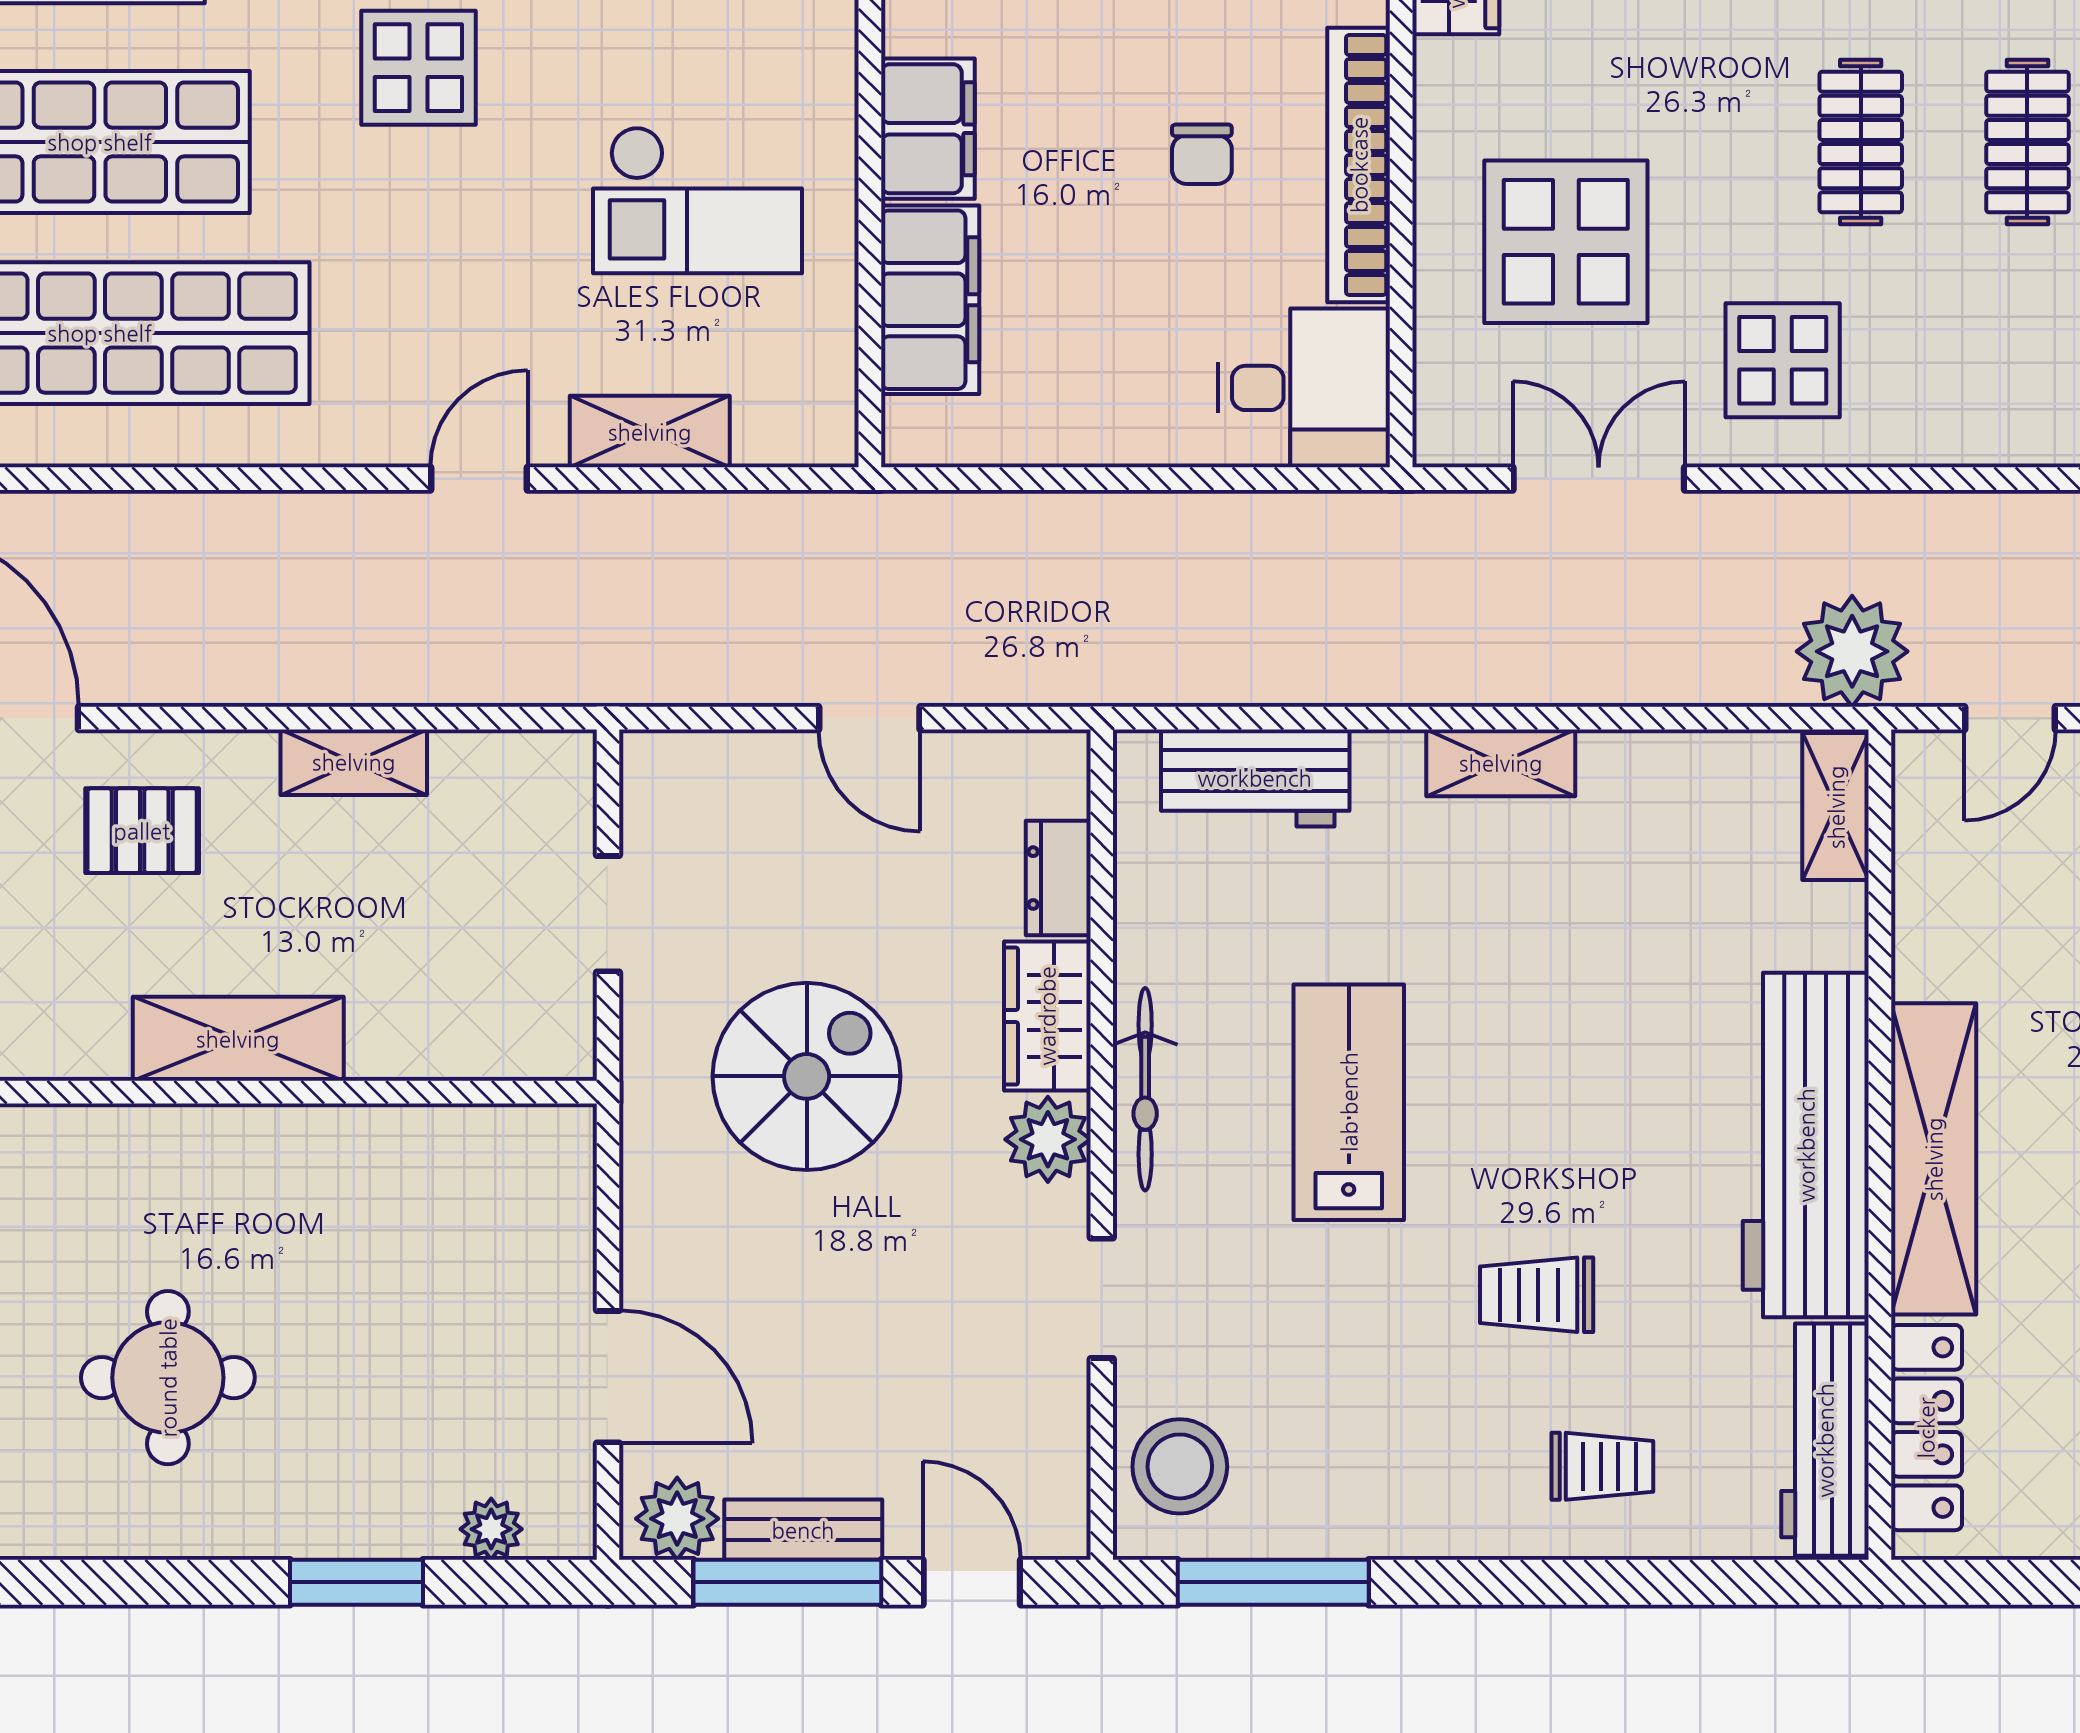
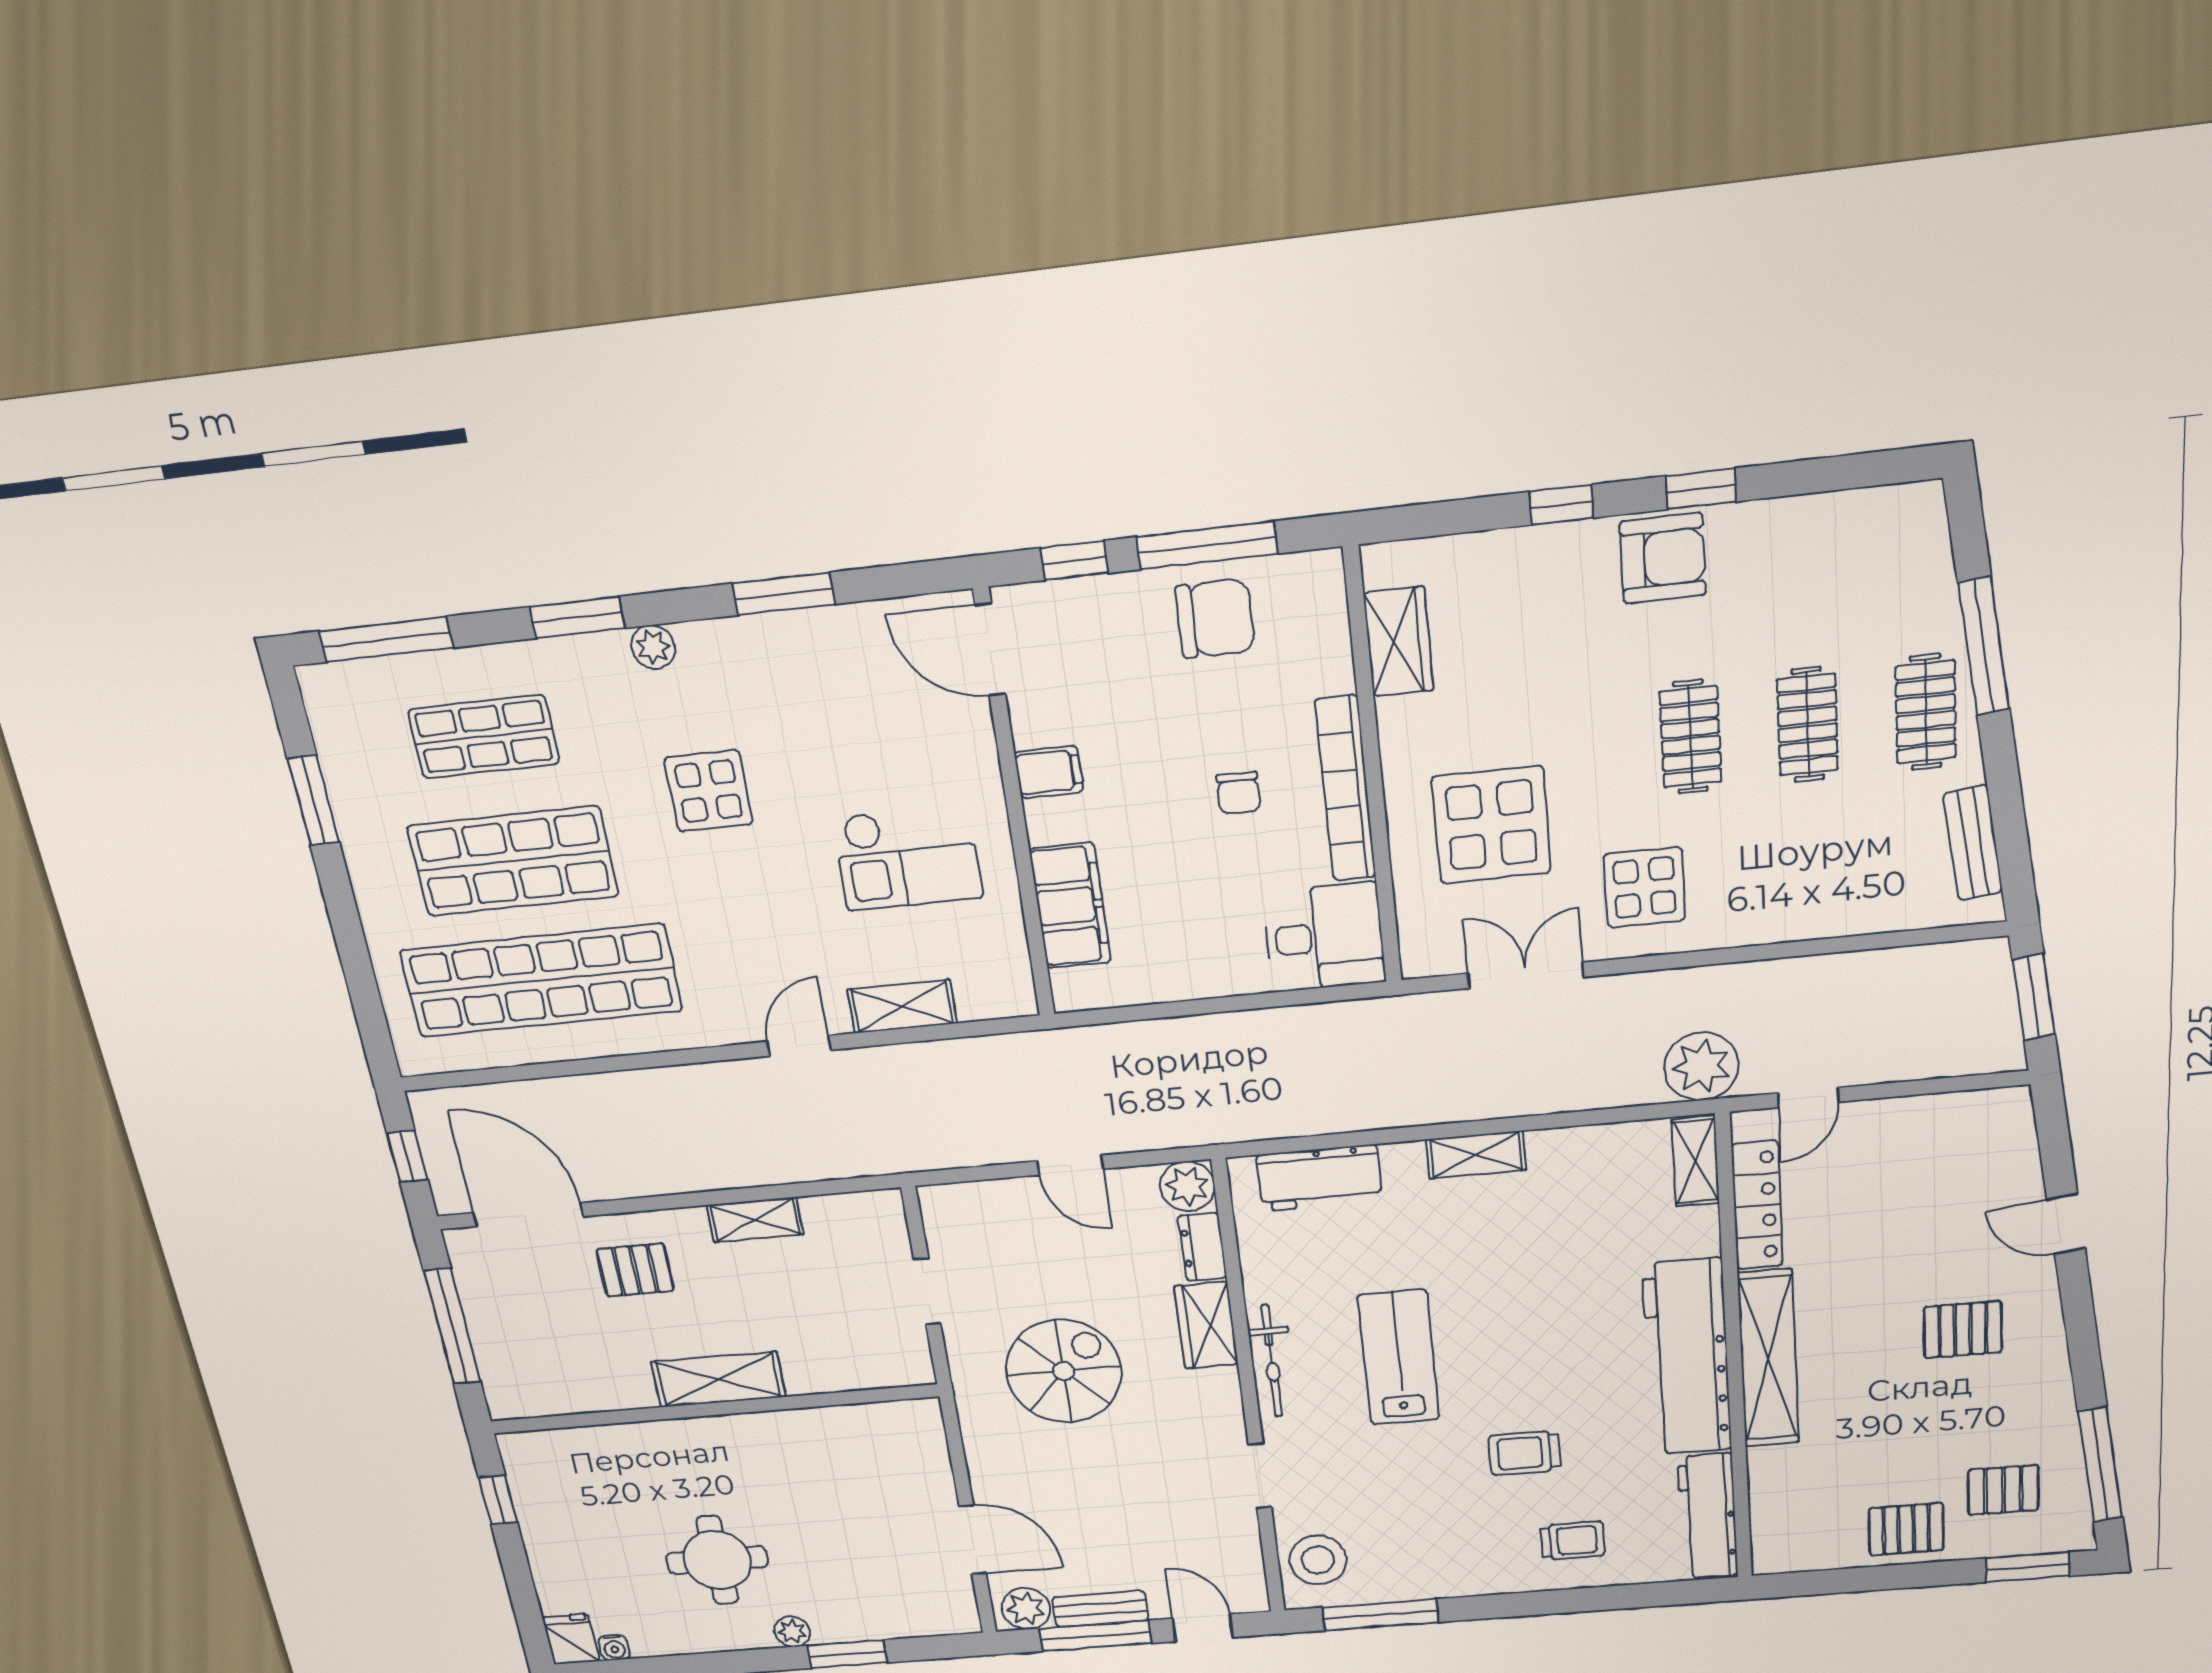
filing cabinet: (928, 129) -> (1049, 772), width x0.50
plant: (1048, 1139) -> (1187, 1186), moved
locker: (1926, 1428) -> (1757, 1205), moved
plant: (491, 1529) -> (792, 1631), moved

